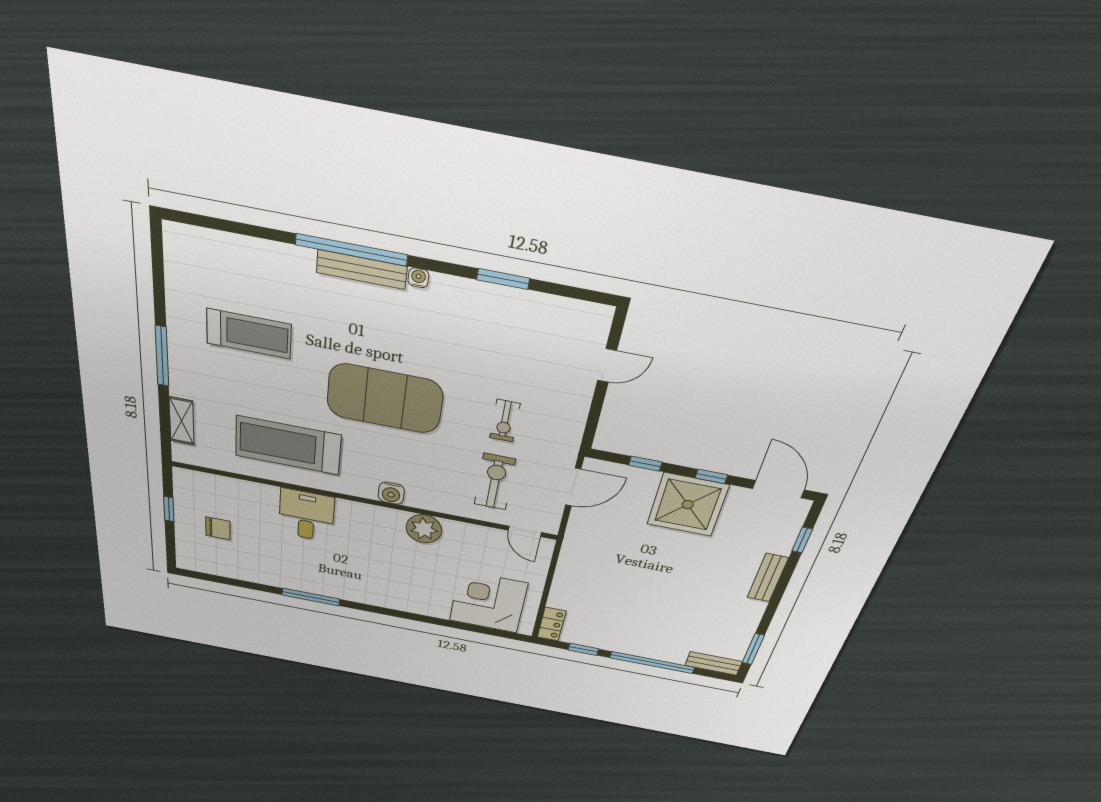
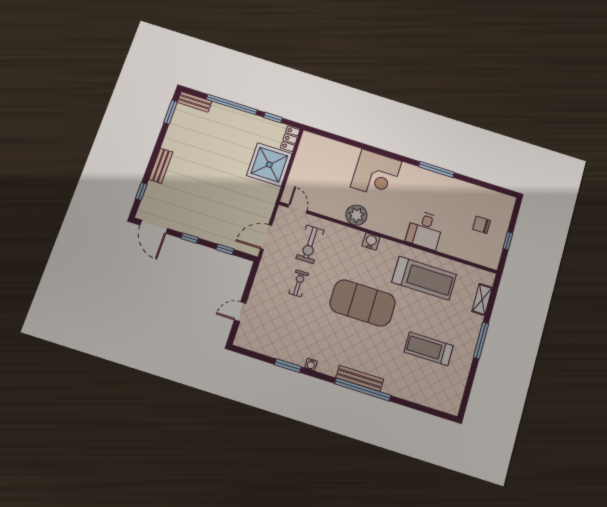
water cooler: (418, 278) -> (311, 364), moved
shower: (688, 505) -> (269, 165), moved
corner desk: (488, 602) -> (376, 174), moved

